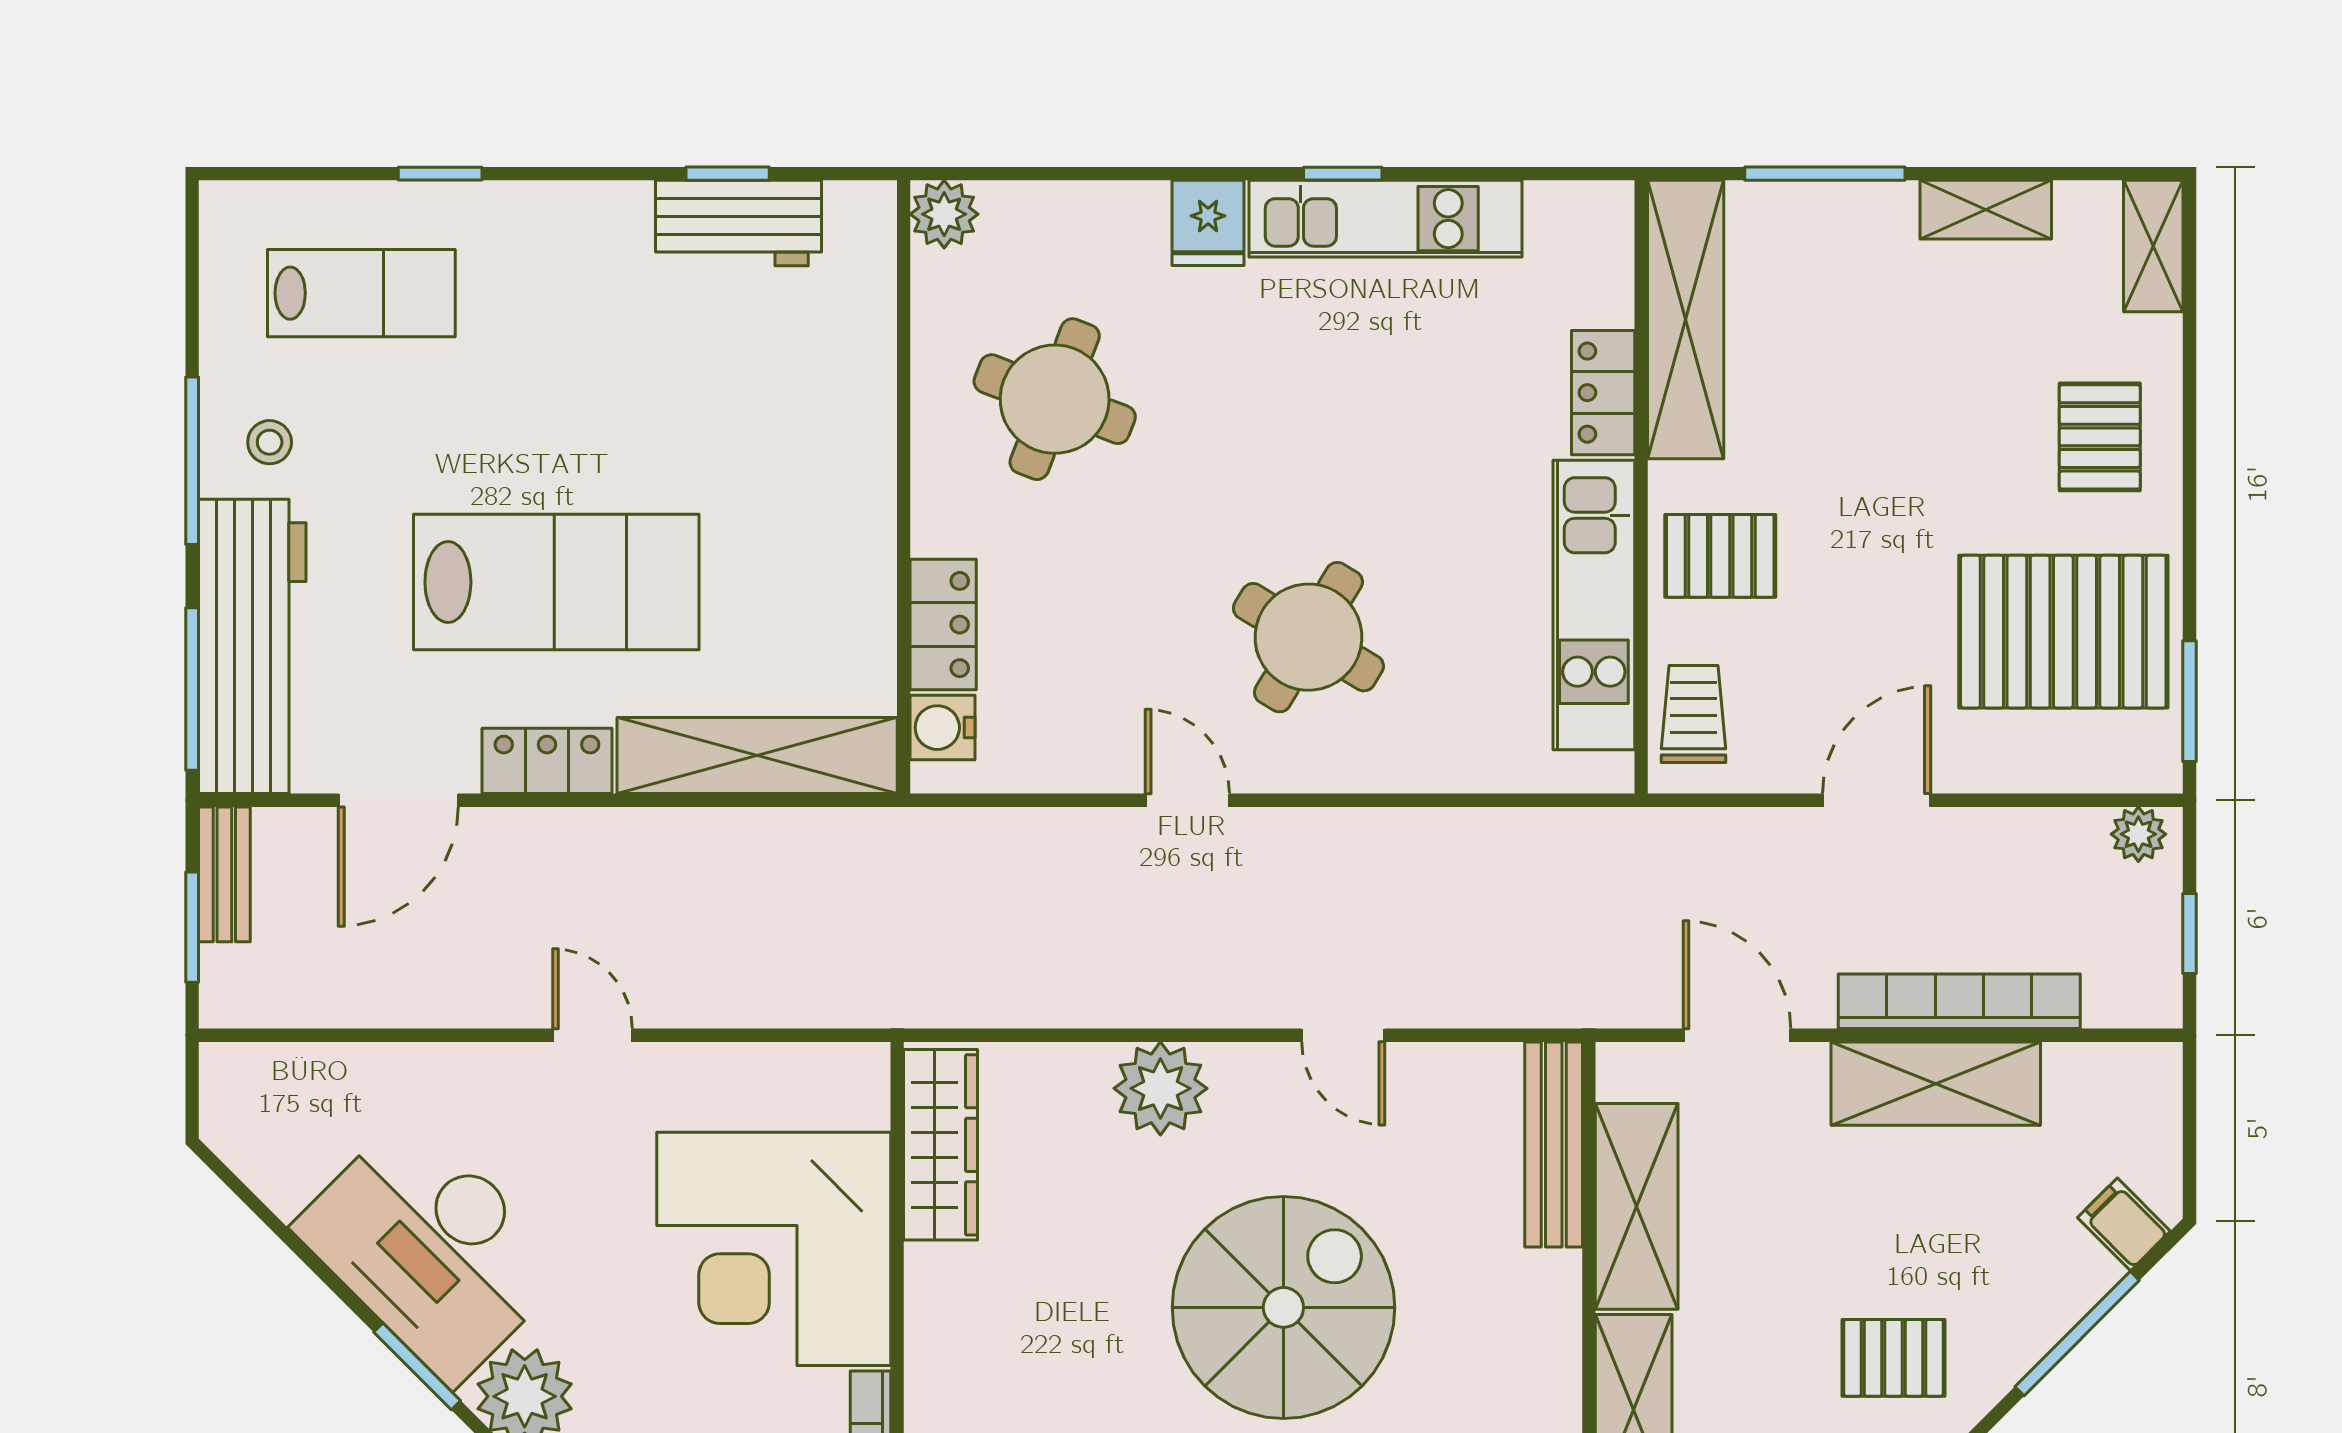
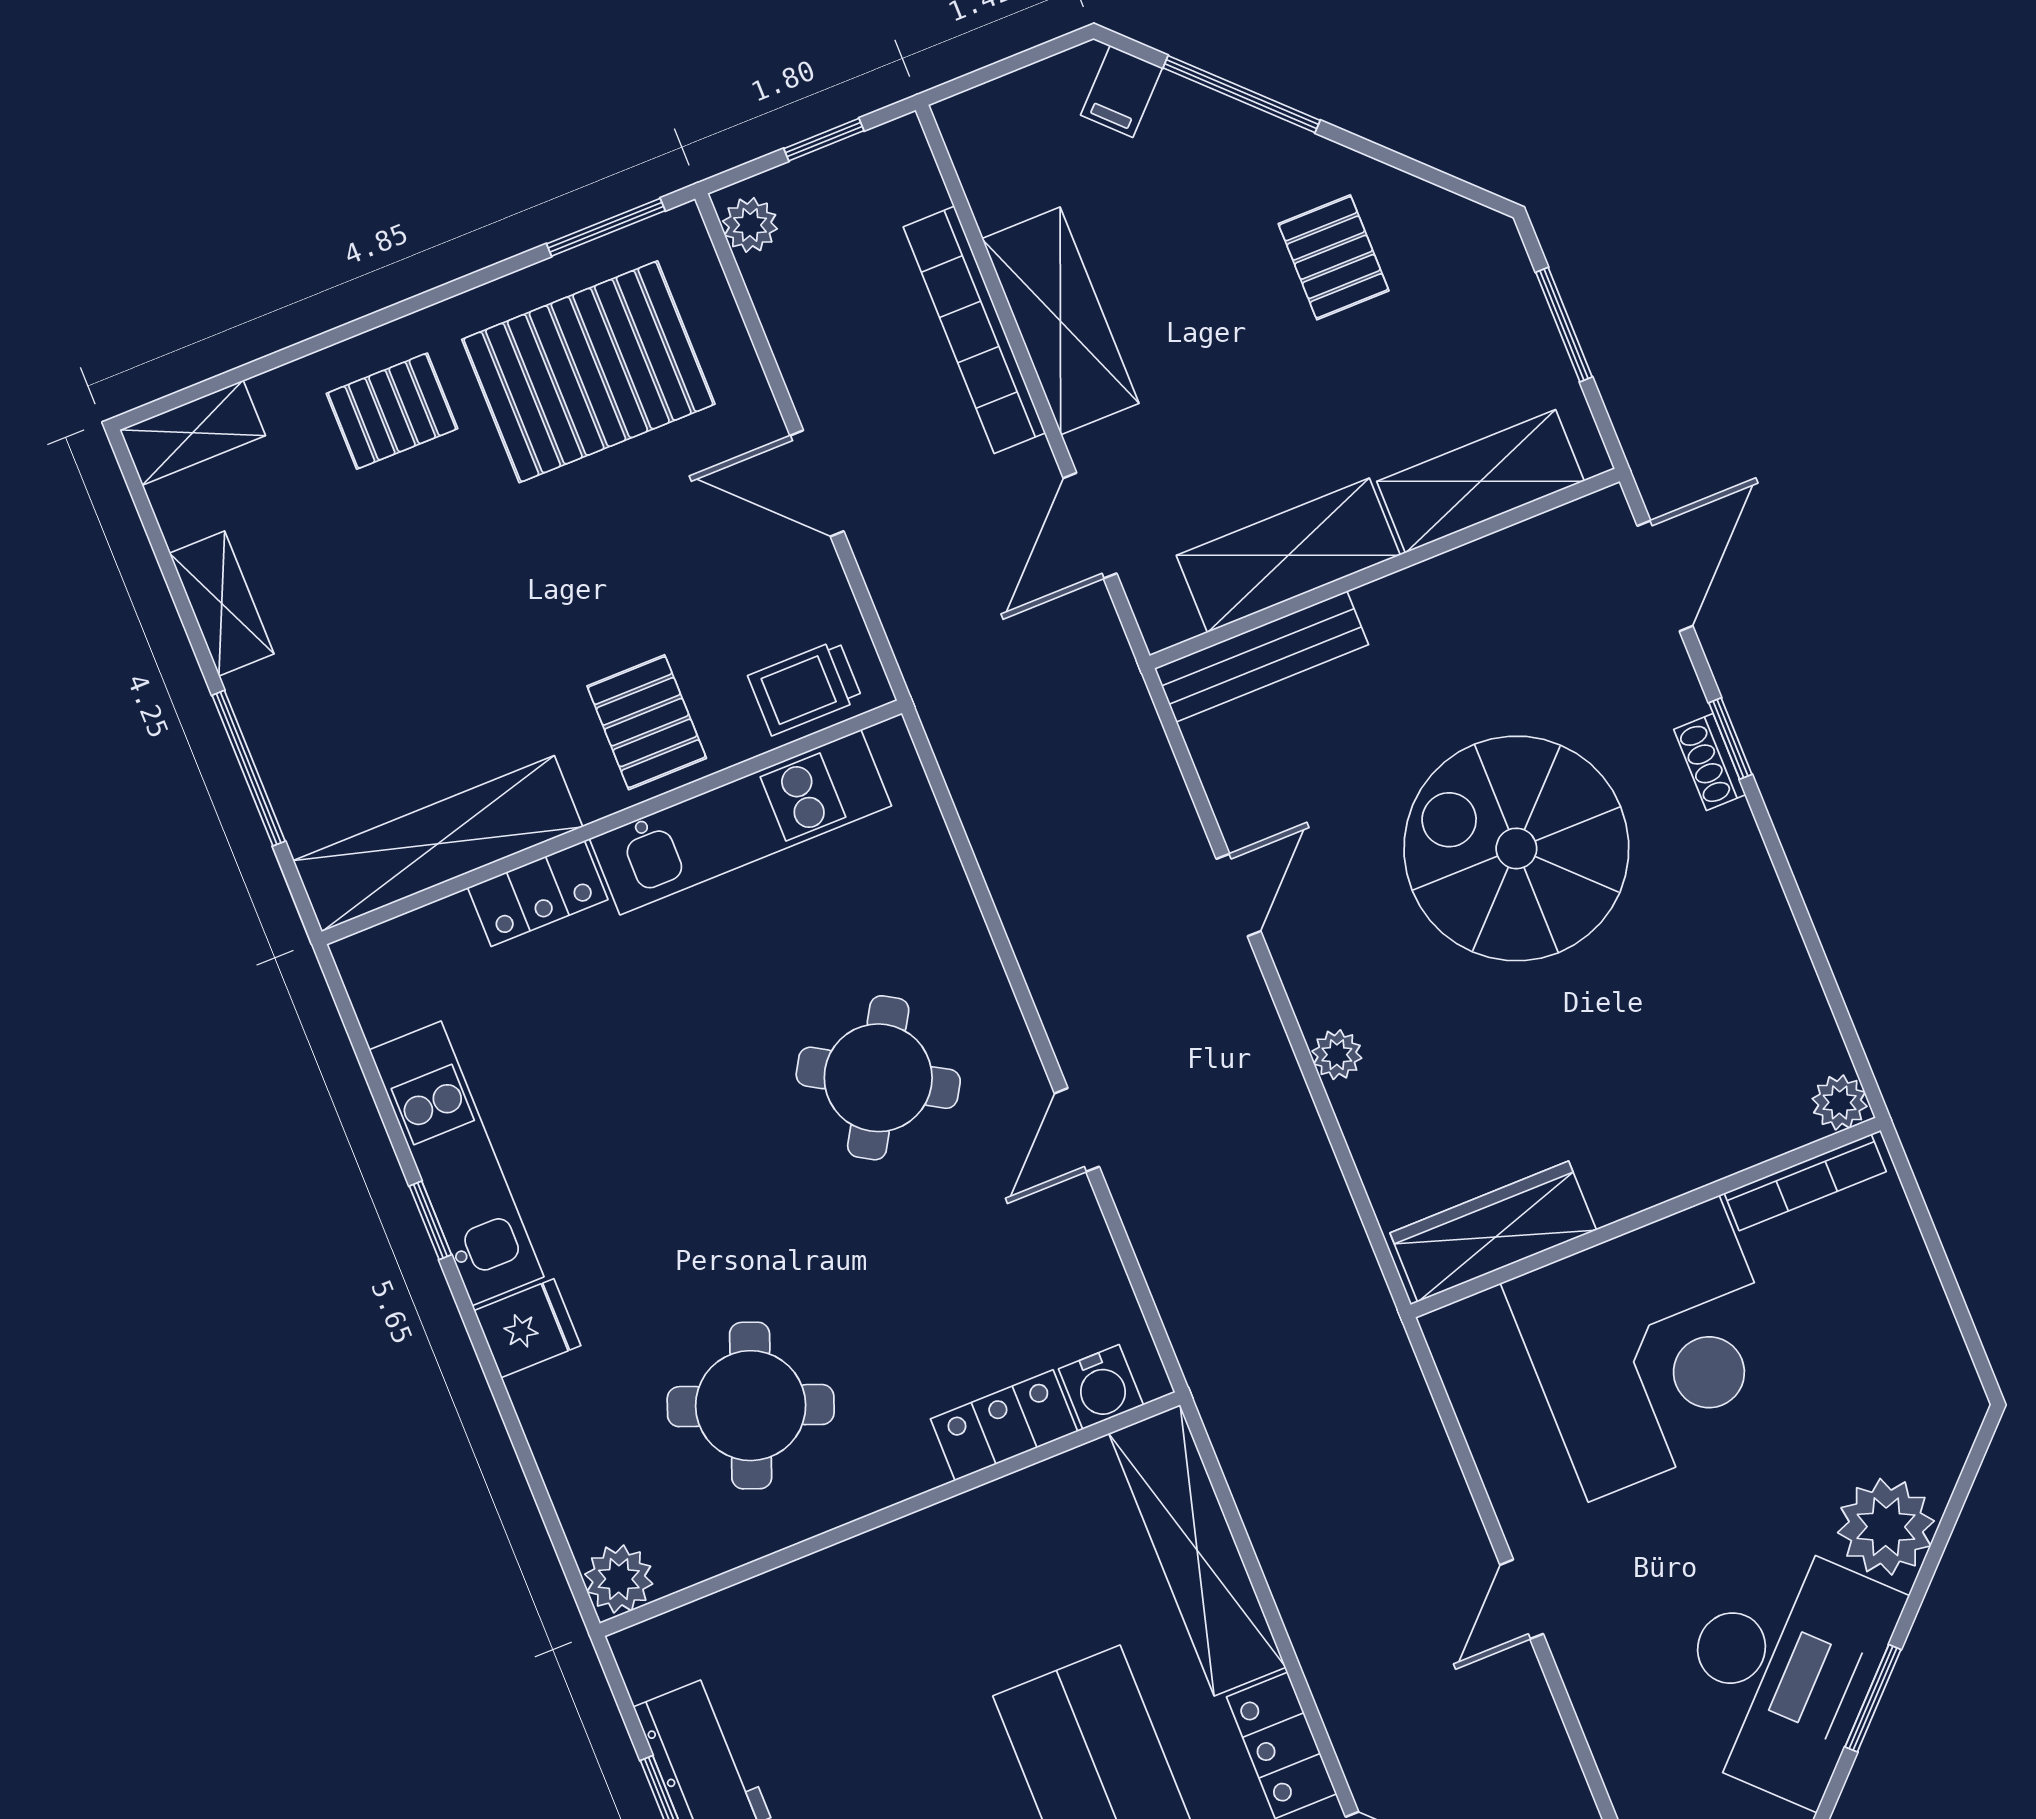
pallet: (2063, 632) -> (588, 372), turned 90
plant: (1160, 1088) -> (1337, 1055), width x0.53, depth x0.53
window: (417, 1366) -> (1873, 1698), moved

